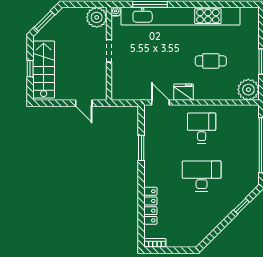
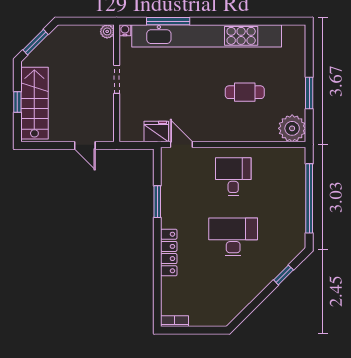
plant: (97, 17) -> (107, 31), width x0.53, depth x0.53
fridge: (184, 92) -> (156, 132), moved
locker: (150, 206) -> (169, 252), moved

